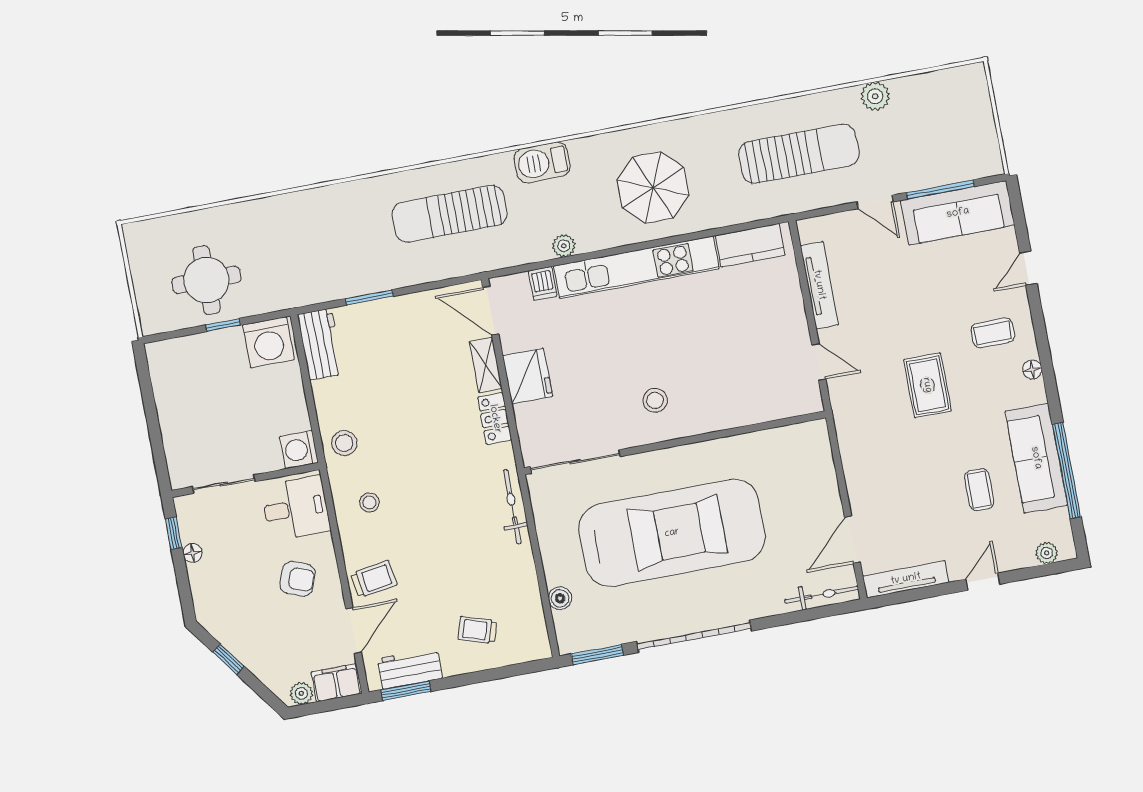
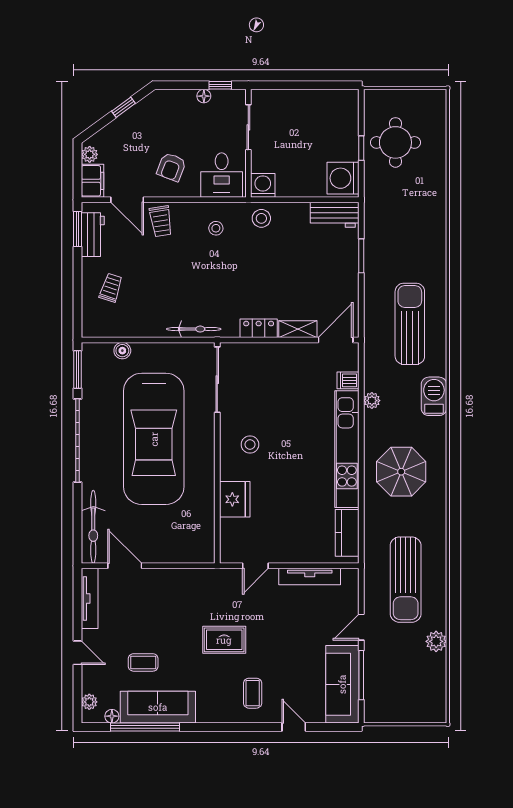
floor lamp: (1032, 369) -> (112, 716), moved
fridge: (528, 376) -> (235, 499), moved, turned -90
bicycle: (822, 595) -> (93, 527), width x1.37, depth x1.40

